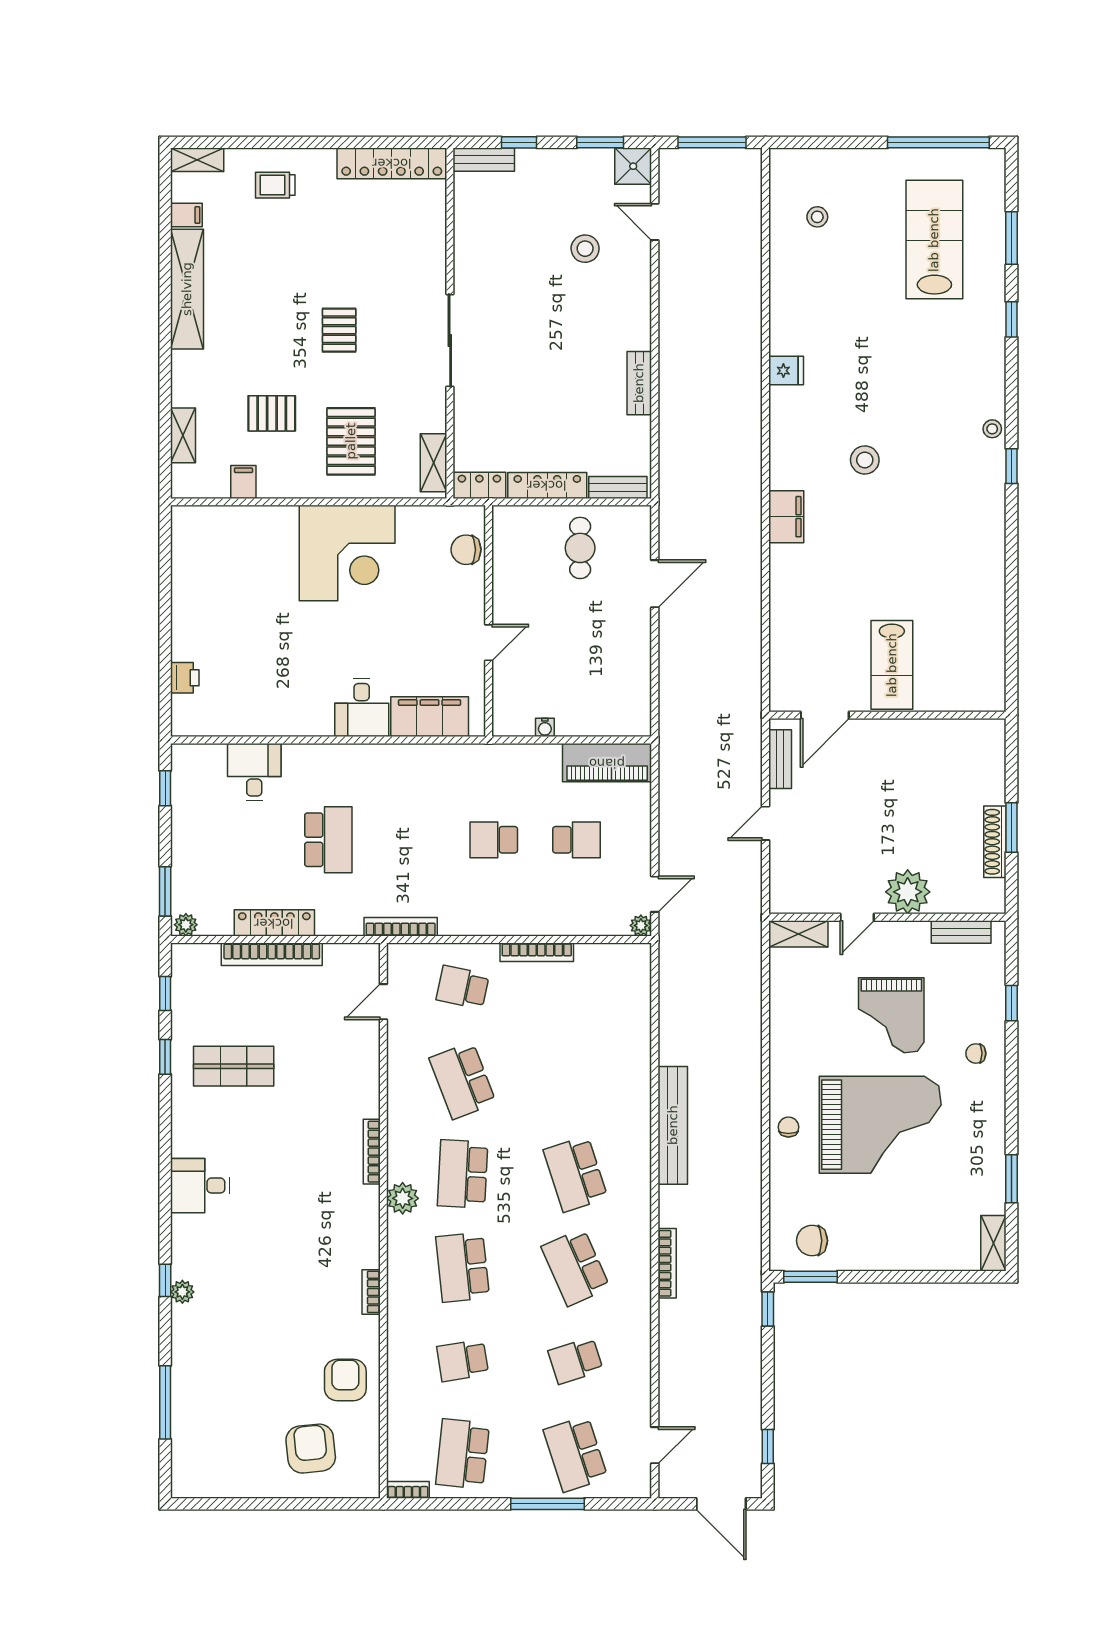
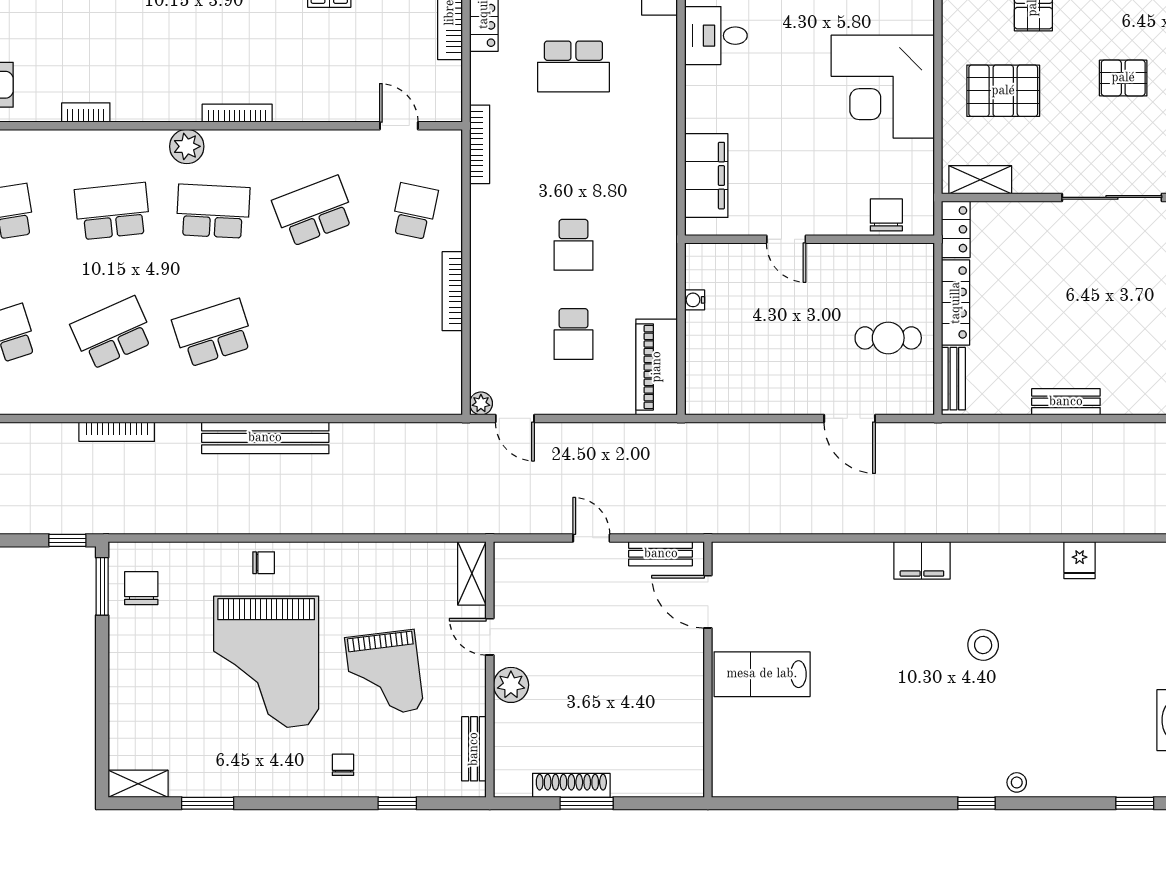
desk: (362, 708) -> (716, 36), moved
school desk: (494, 840) -> (573, 245), turned 180
plant: (908, 892) -> (511, 685), width x0.73, depth x0.73
grand piano: (891, 1015) -> (384, 674), turned -97

